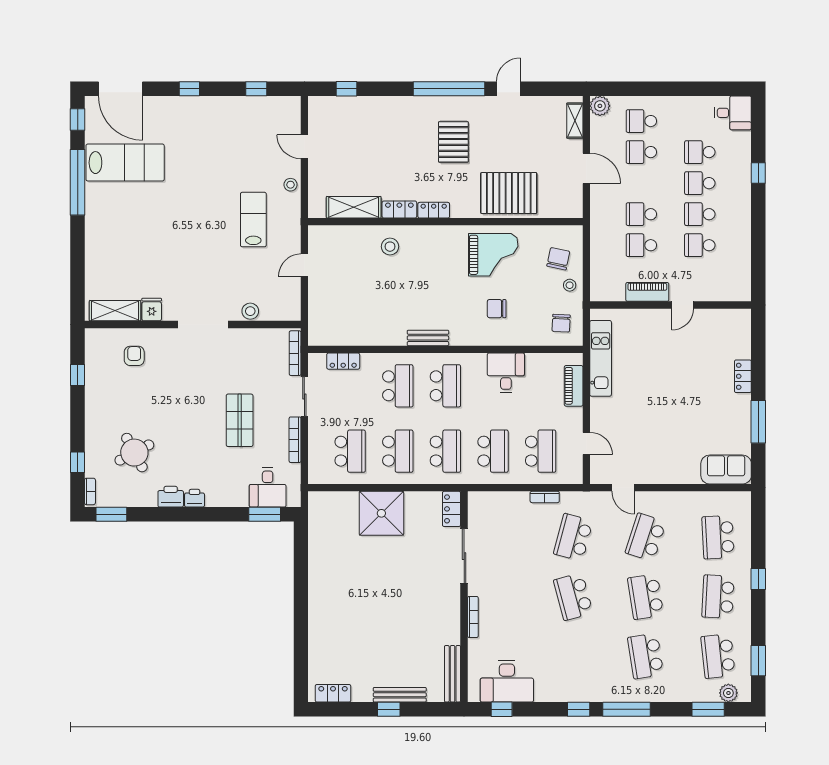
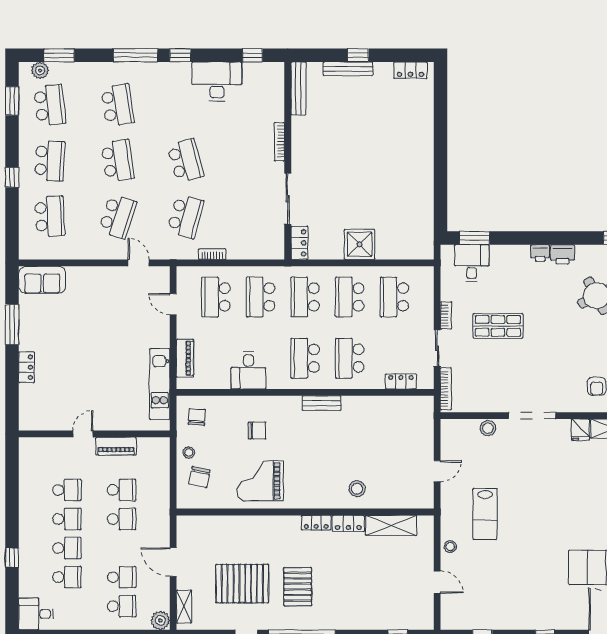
pallet: (509, 193) -> (242, 584), moved
shop shelf: (240, 420) -> (498, 326), turned 90
bookcase: (295, 440) -> (446, 315), width x0.64
shower: (381, 513) -> (360, 244), width x0.73, depth x0.73
desk: (507, 681) -> (217, 81), moved

